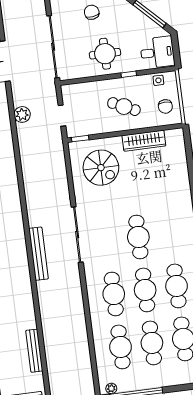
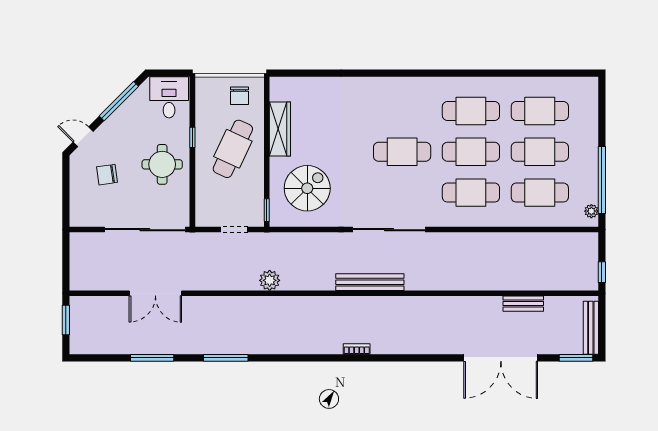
side table: (158, 80) -> (205, 100), removed
chair: (165, 106) -> (240, 96), turned 90
cafe table: (124, 107) -> (233, 149), width x1.37, depth x1.35
plant: (22, 114) -> (270, 280), moved
bench: (39, 254) -> (370, 282), moved
bench: (34, 351) -> (523, 304), width x0.73

